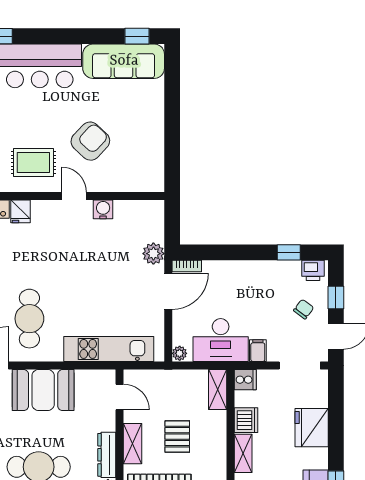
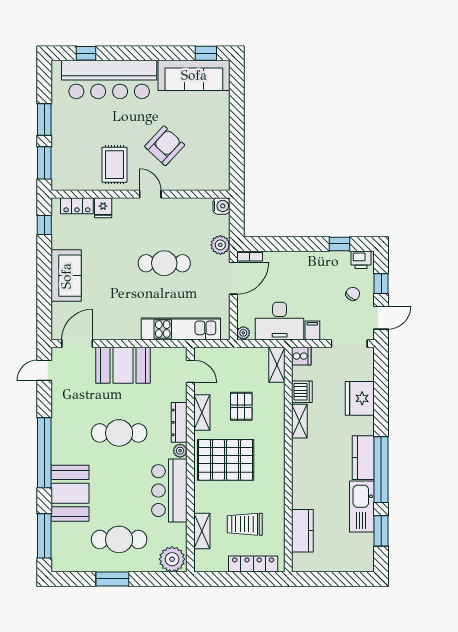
rug: (33, 163) -> (115, 165), turned 90
water cooler: (103, 209) -> (221, 206), moved, turned 90
cafe table: (29, 319) -> (164, 263), moved, turned 90

